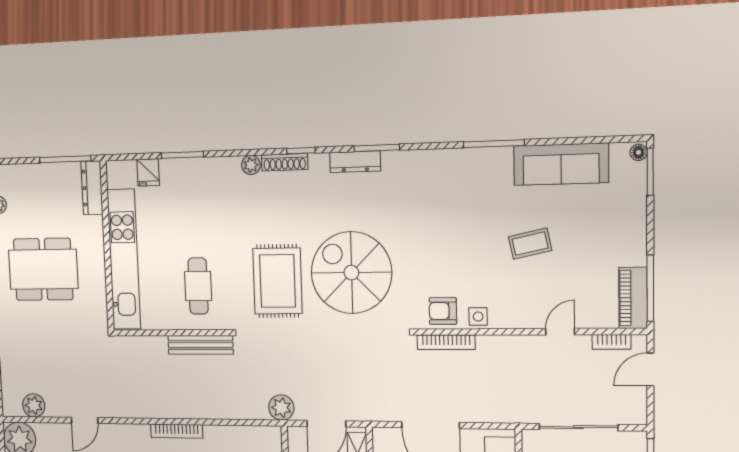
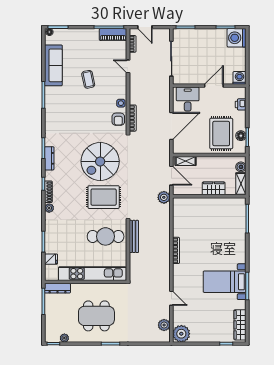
dining table: (43, 269) -> (96, 316), turned 90
cafe table: (198, 286) -> (106, 236), width x1.37, depth x1.35

